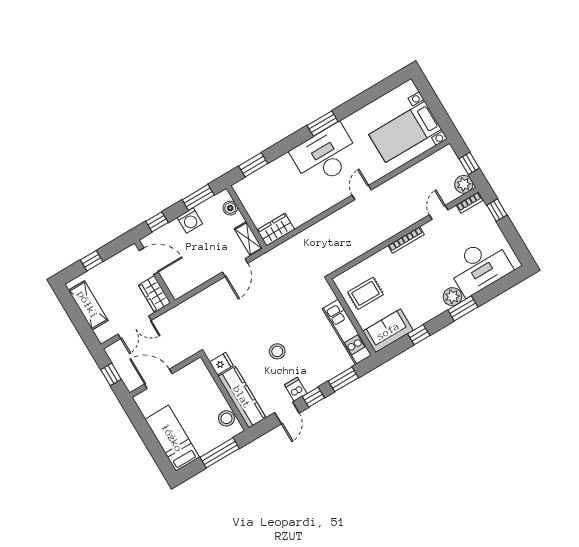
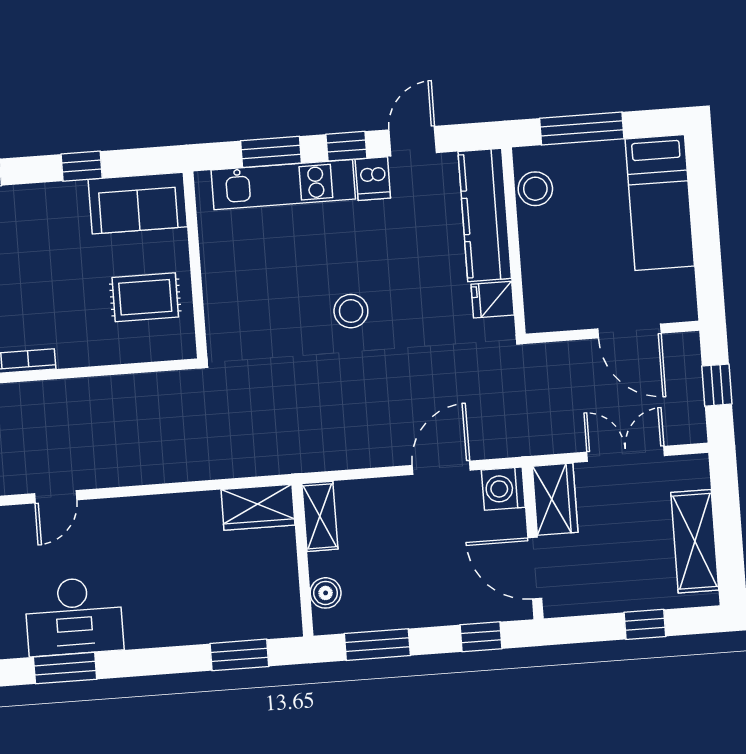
desk: (325, 155) -> (74, 616), width x0.73, depth x0.77
washing machine: (190, 221) -> (503, 489), moved, turned -90
door: (235, 268) -> (441, 468), moved
kitchen unit: (347, 332) -> (283, 185), moved, turned 90
stool: (277, 351) -> (351, 311), moved

